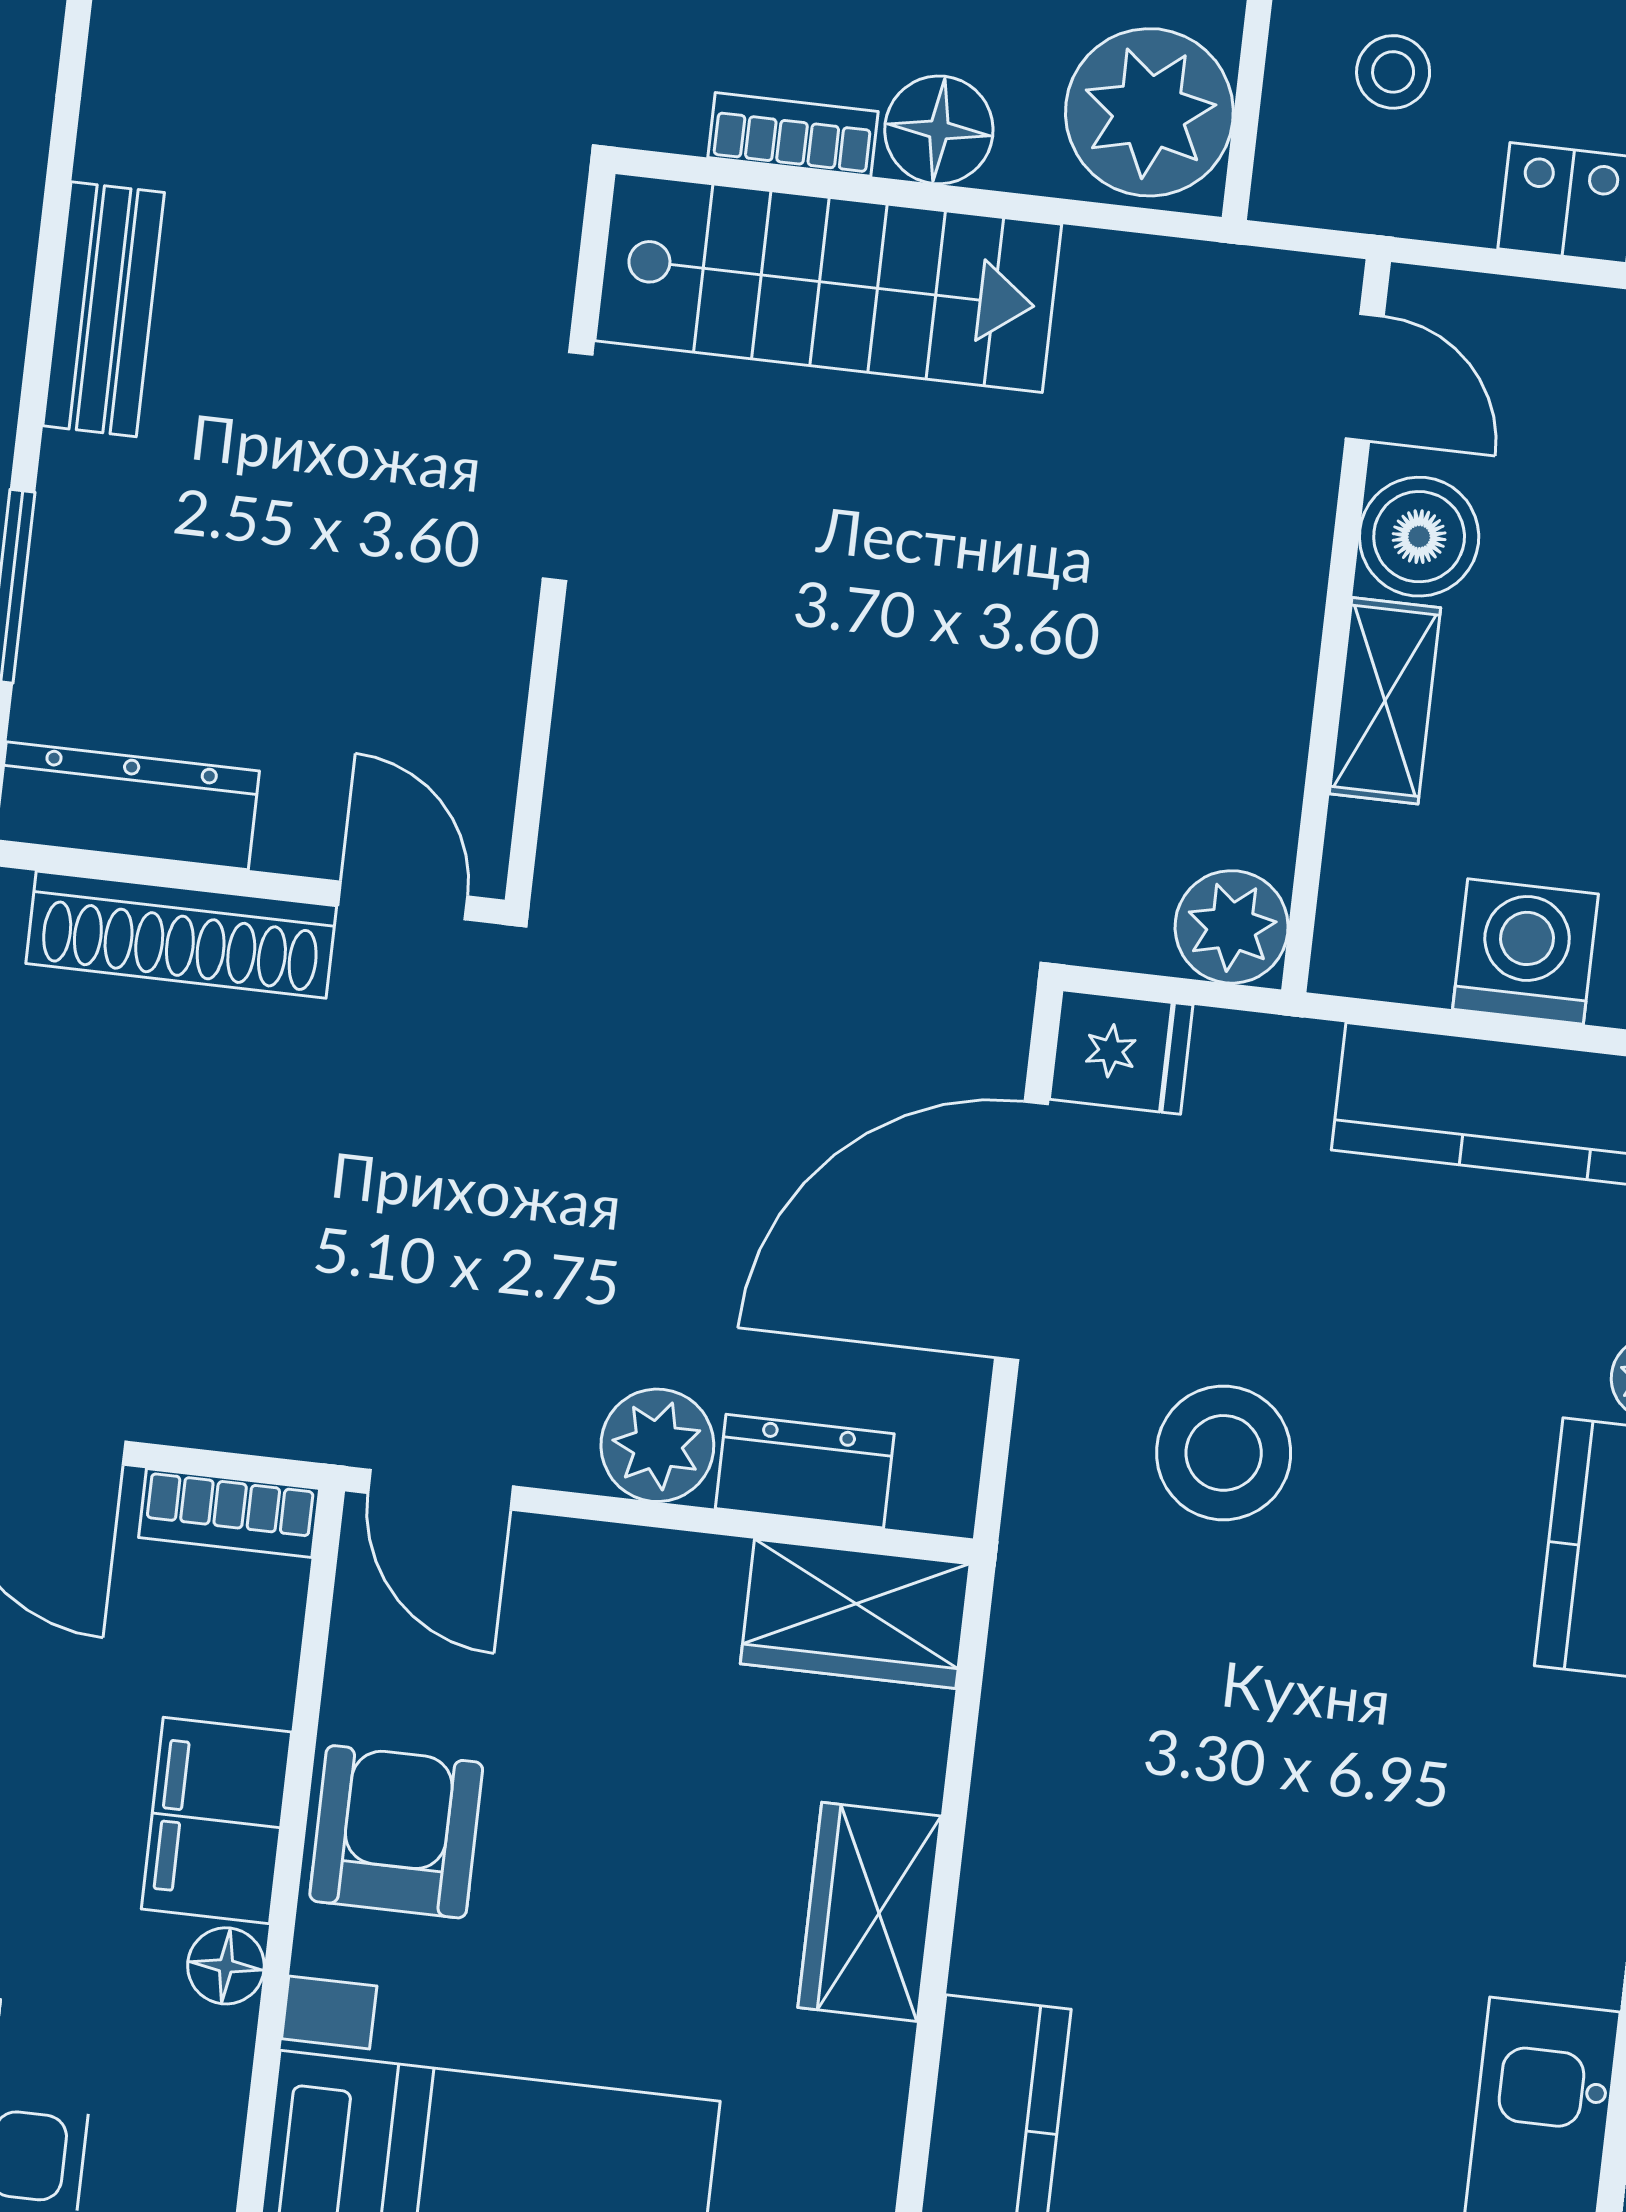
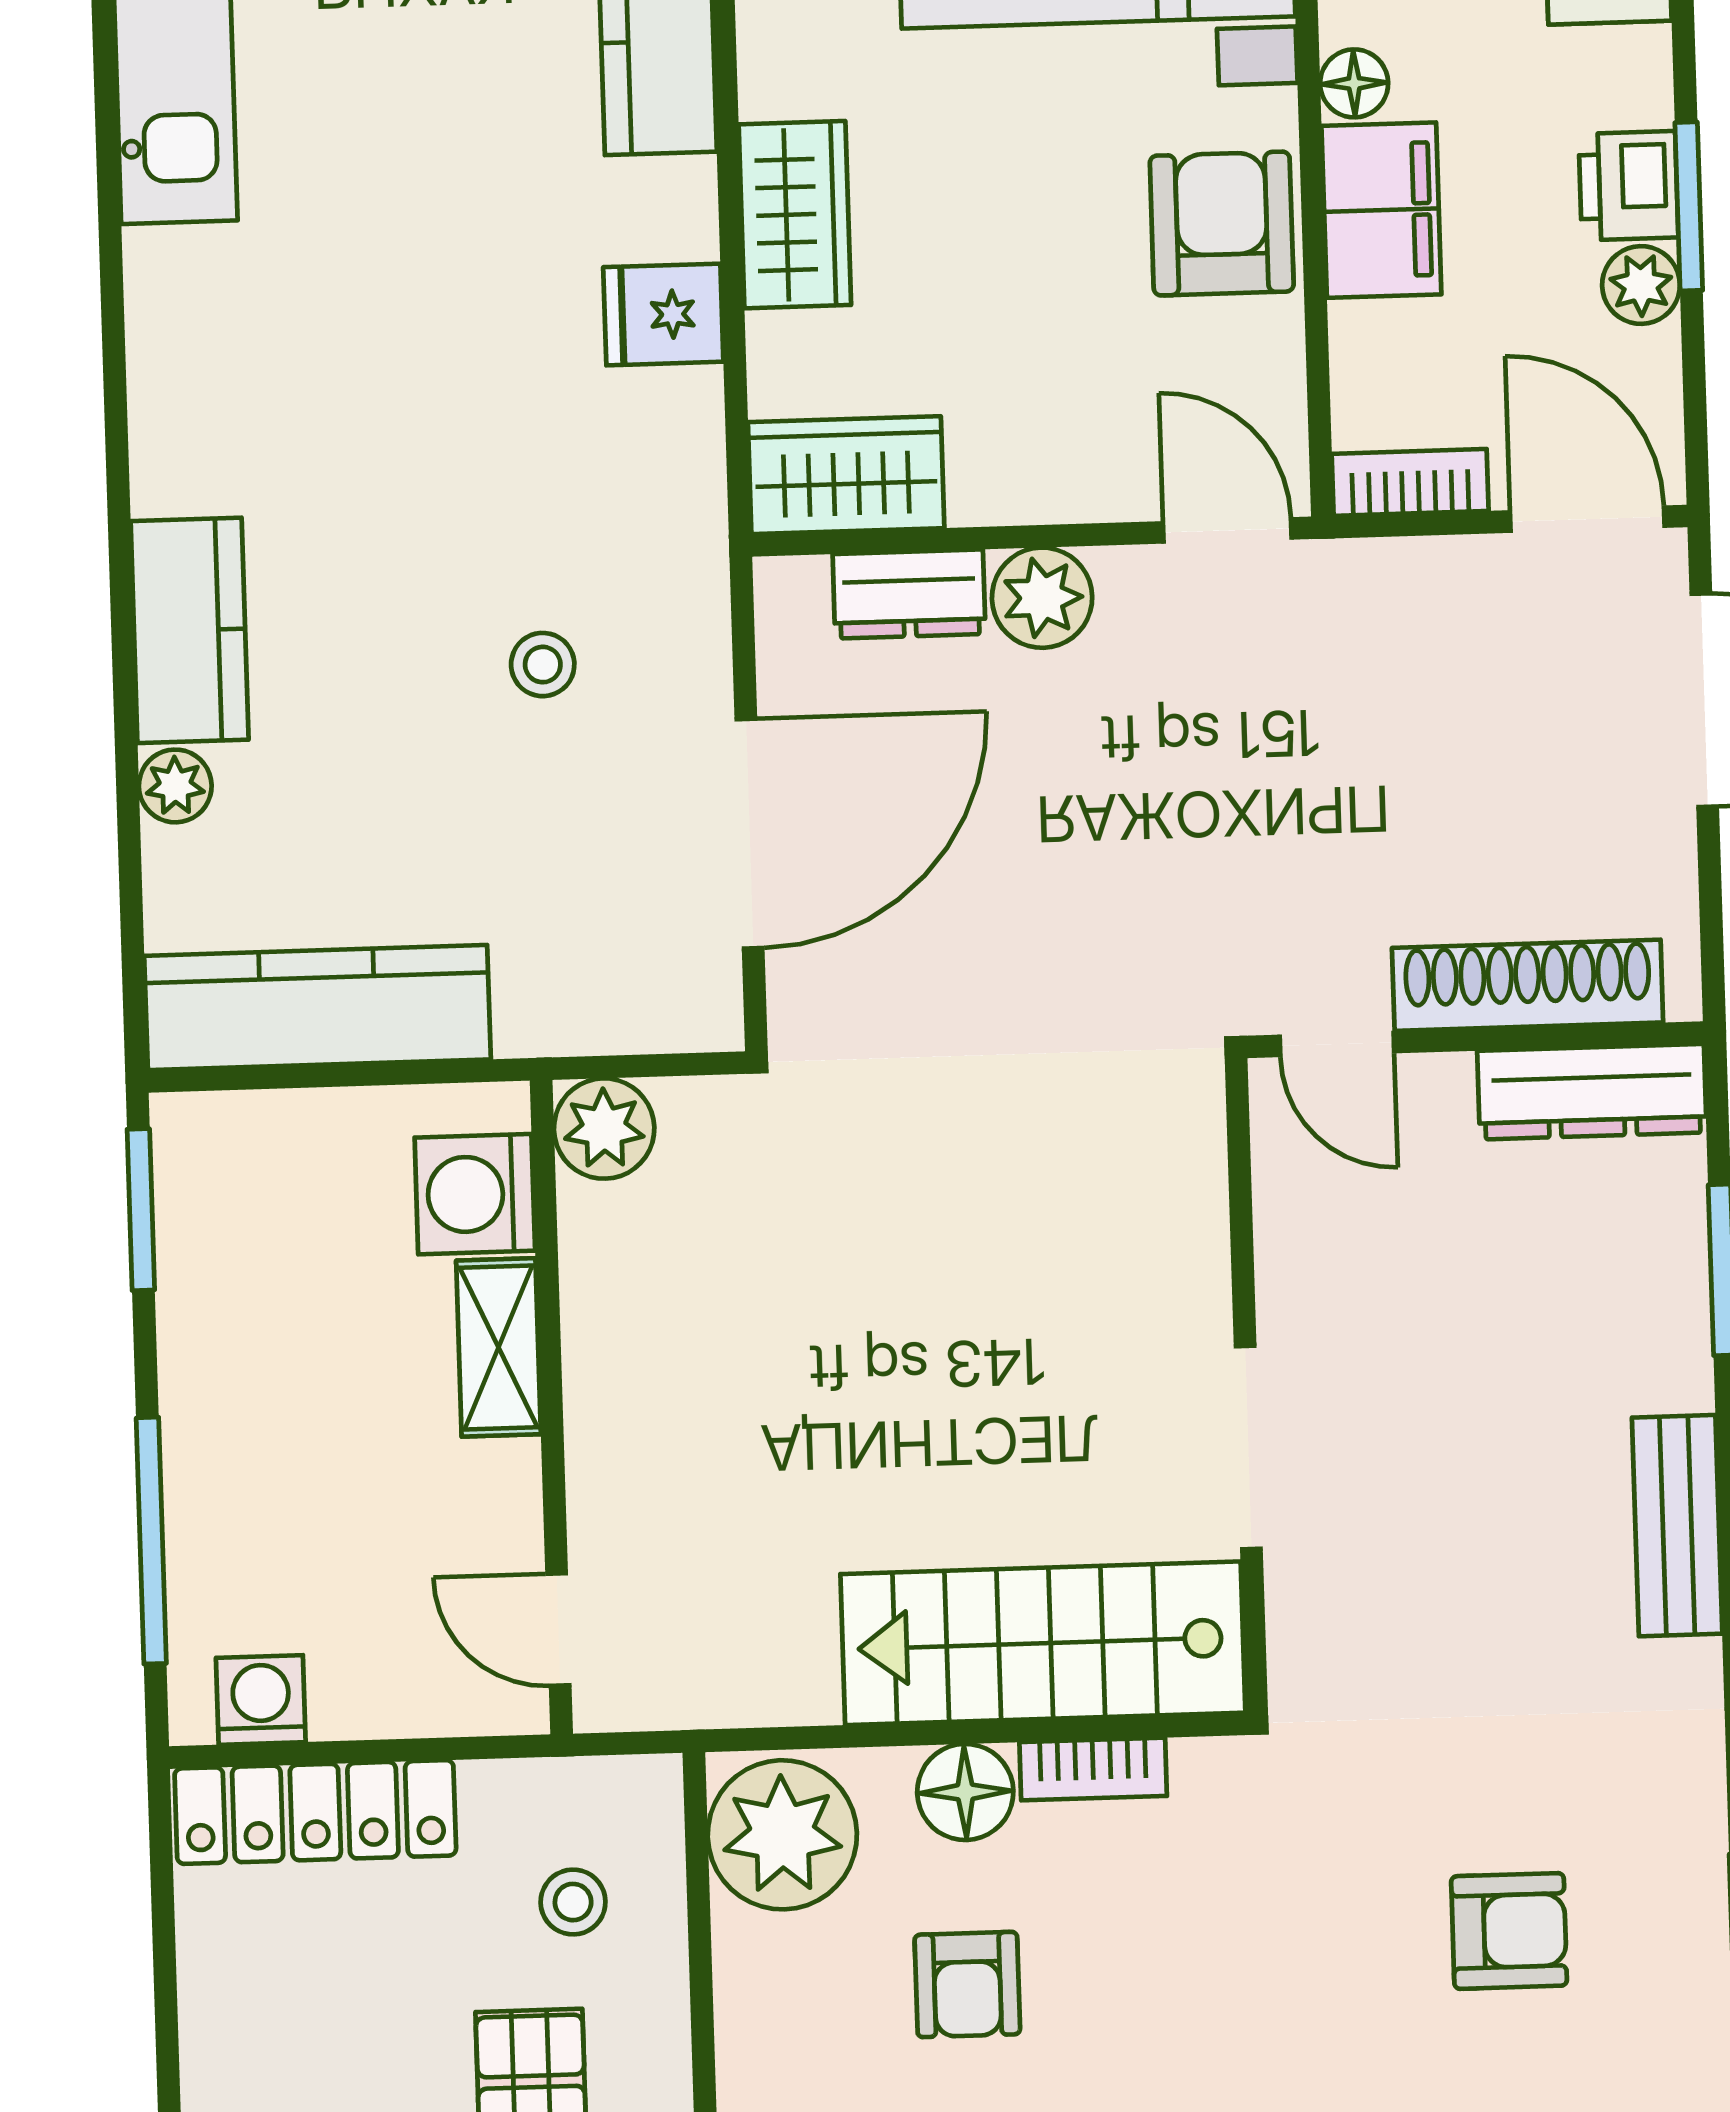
boiler: (1419, 537) -> (490, 1496), removed
washing machine: (1526, 952) -> (475, 1194), moved, turned 90
fridge: (1121, 1052) -> (663, 314), moved
stool: (1224, 1453) -> (543, 665), width x0.53, depth x0.53
armchair: (396, 1832) -> (1222, 224), turned 180

